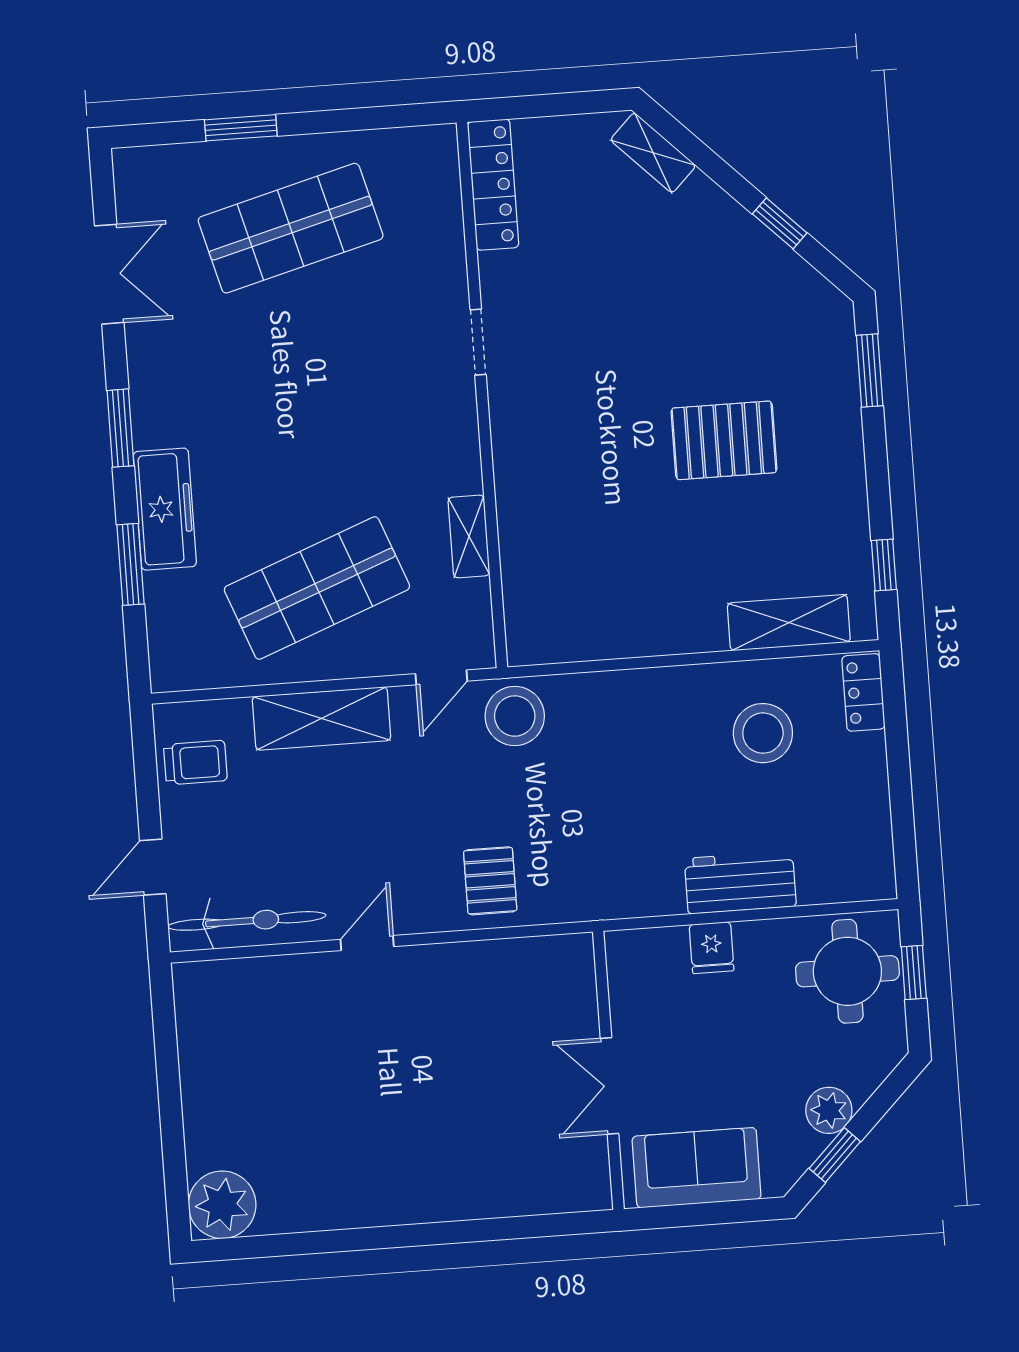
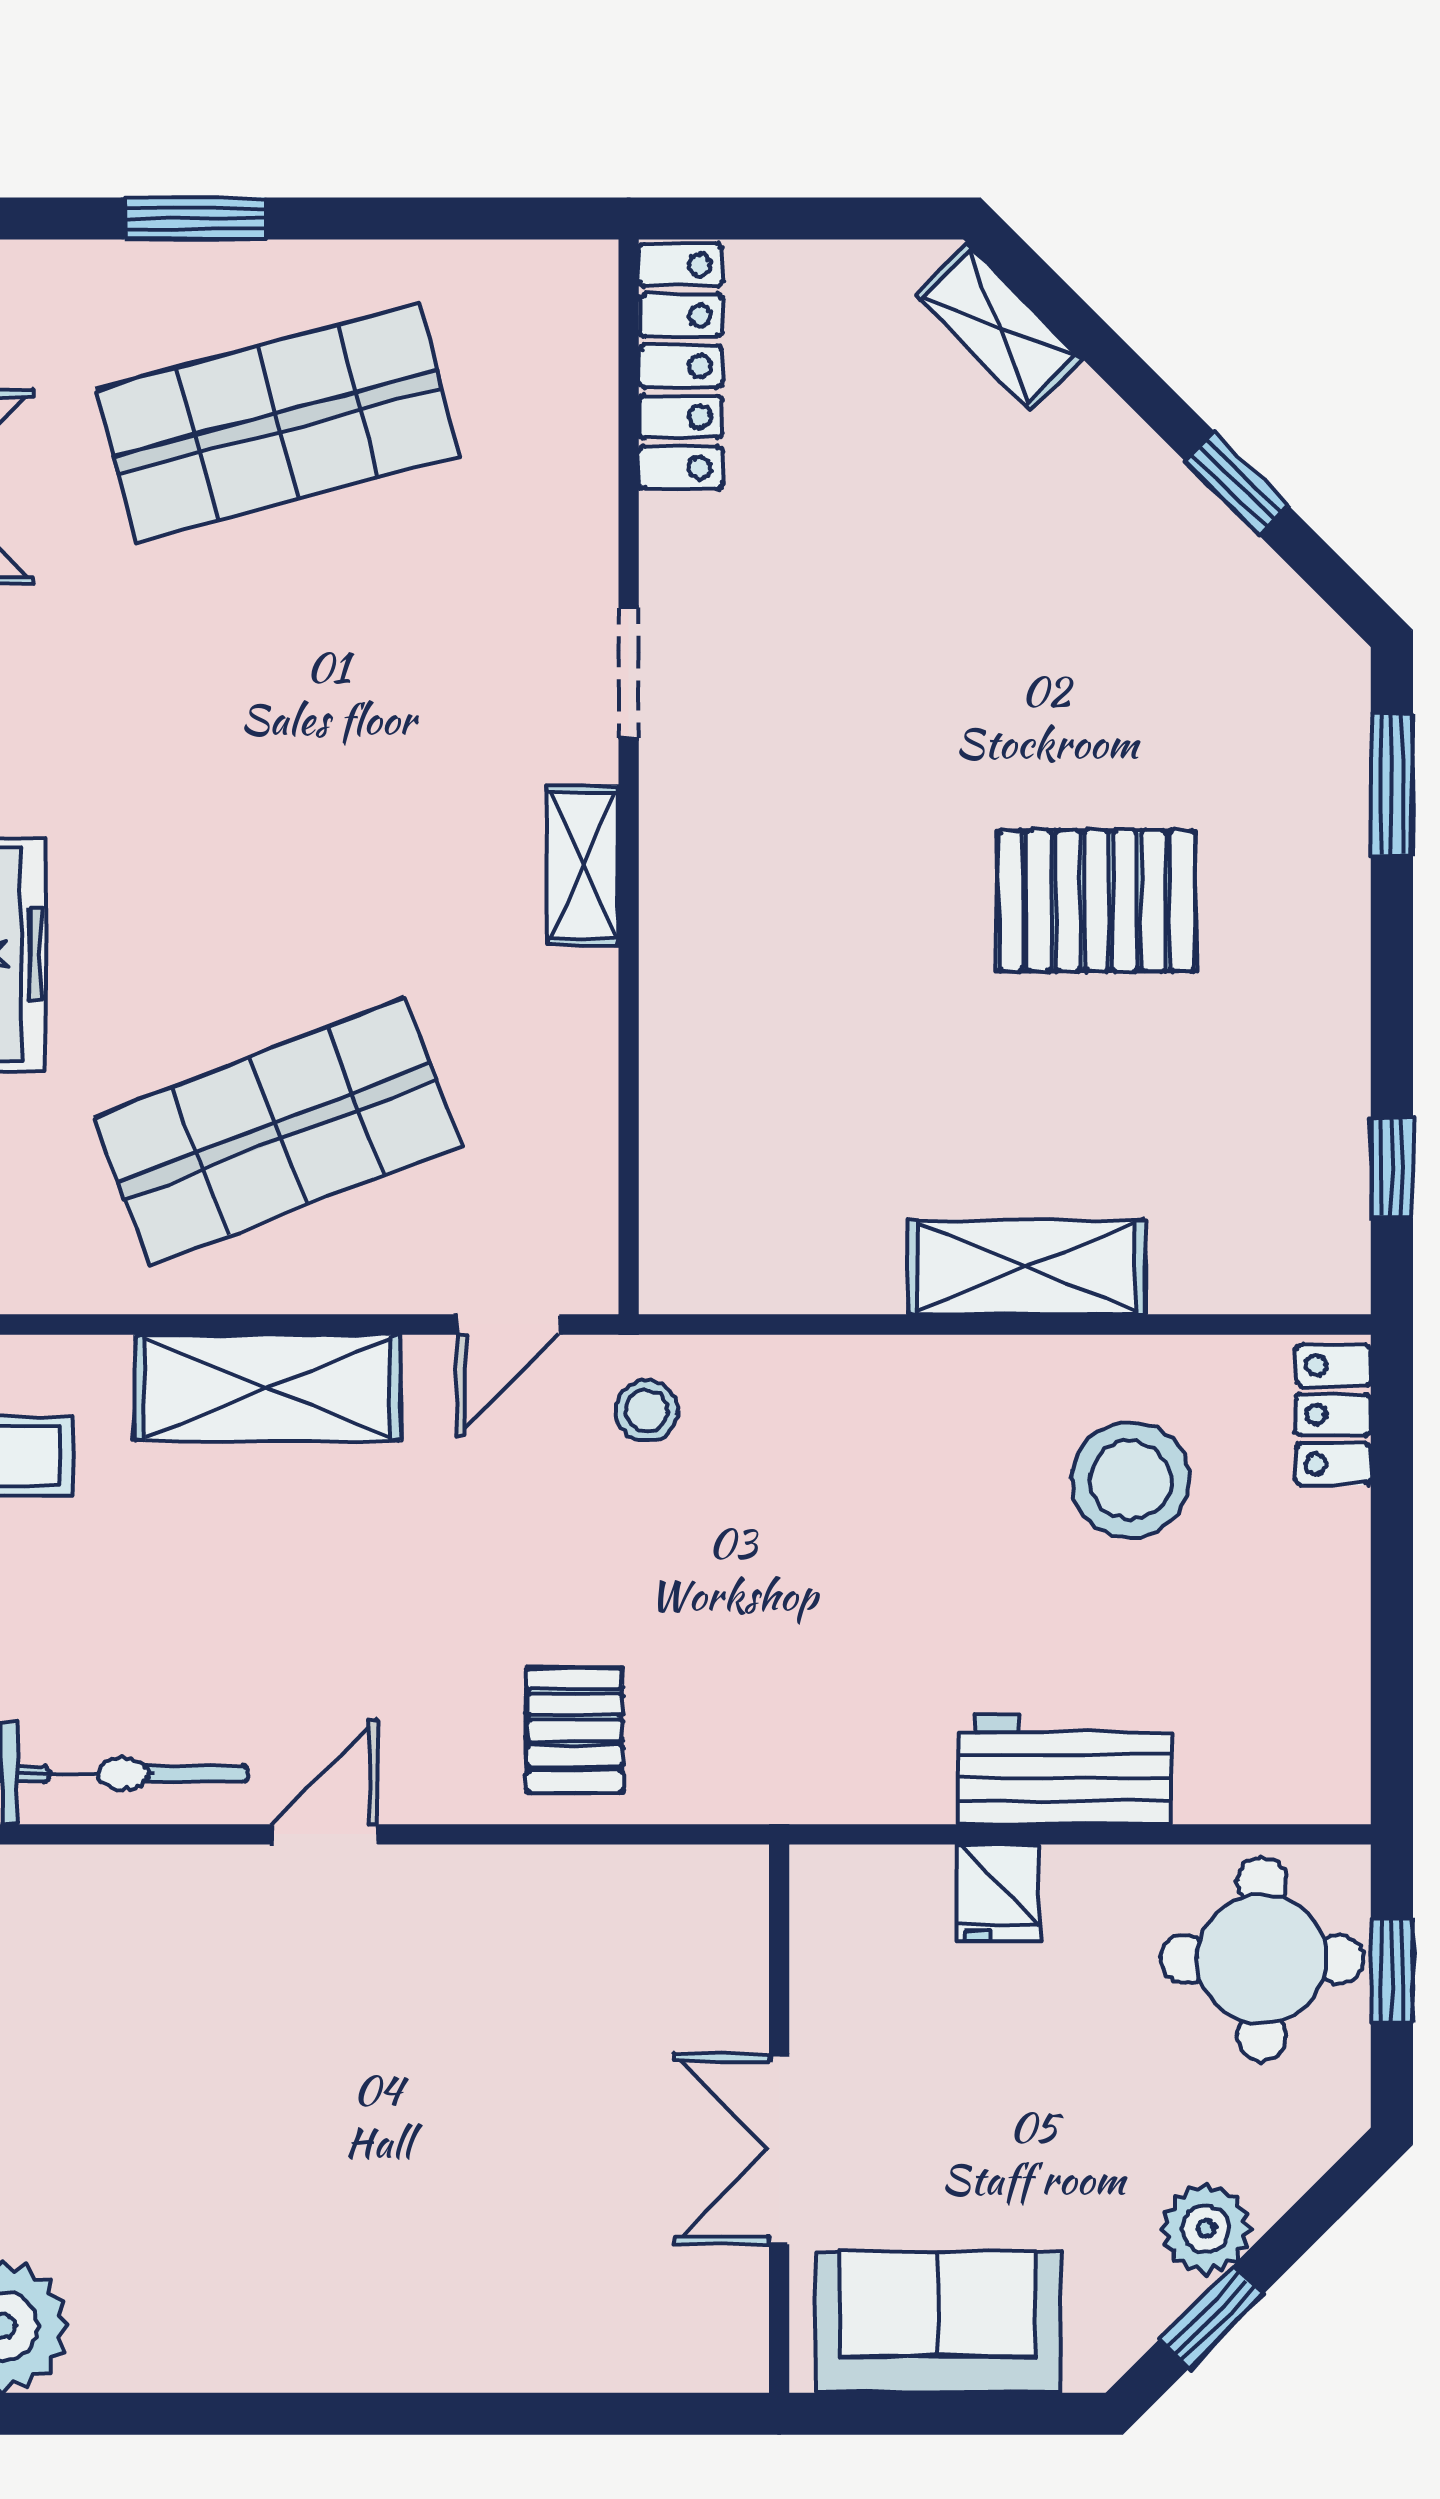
shelving: (469, 536) -> (583, 865), moved
shelving: (789, 623) -> (1027, 1267), moved
stool: (515, 716) -> (647, 1411), width x0.53, depth x0.53

